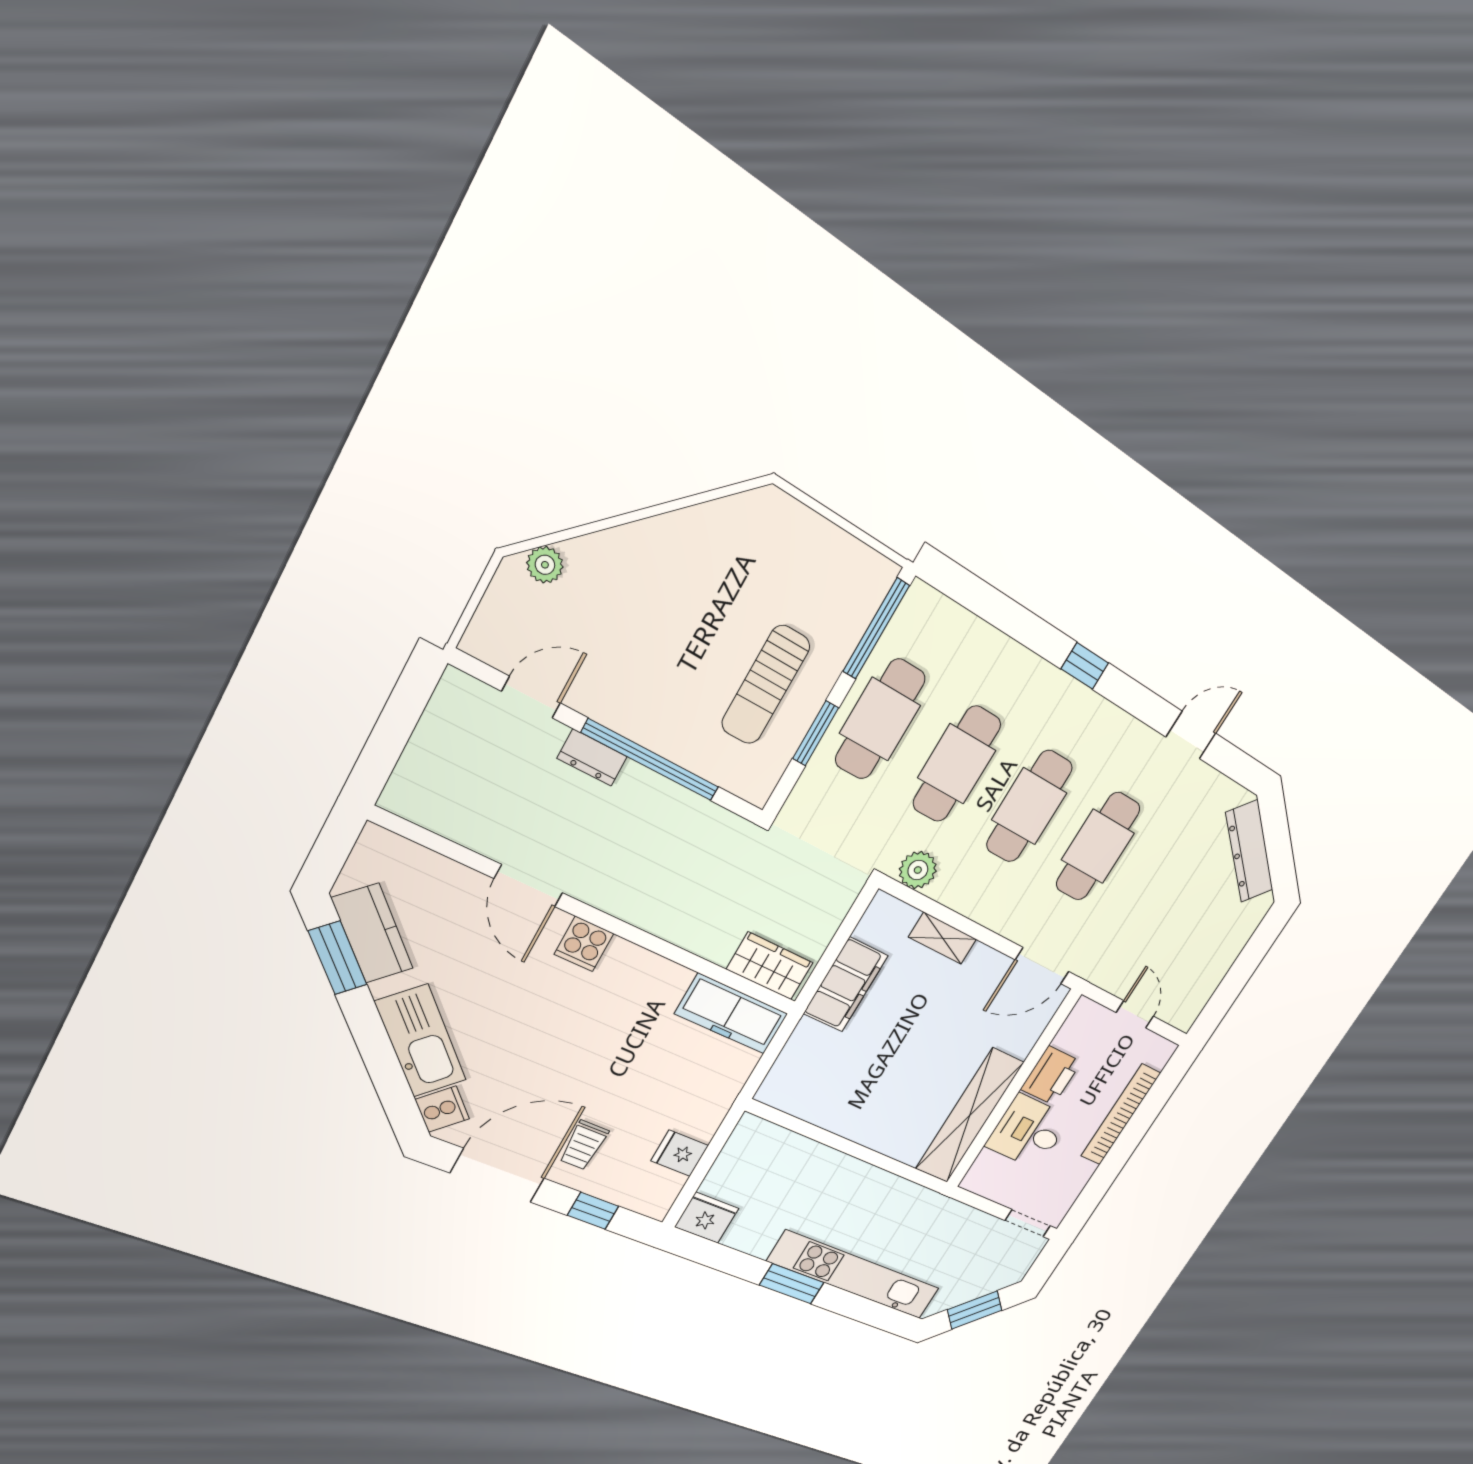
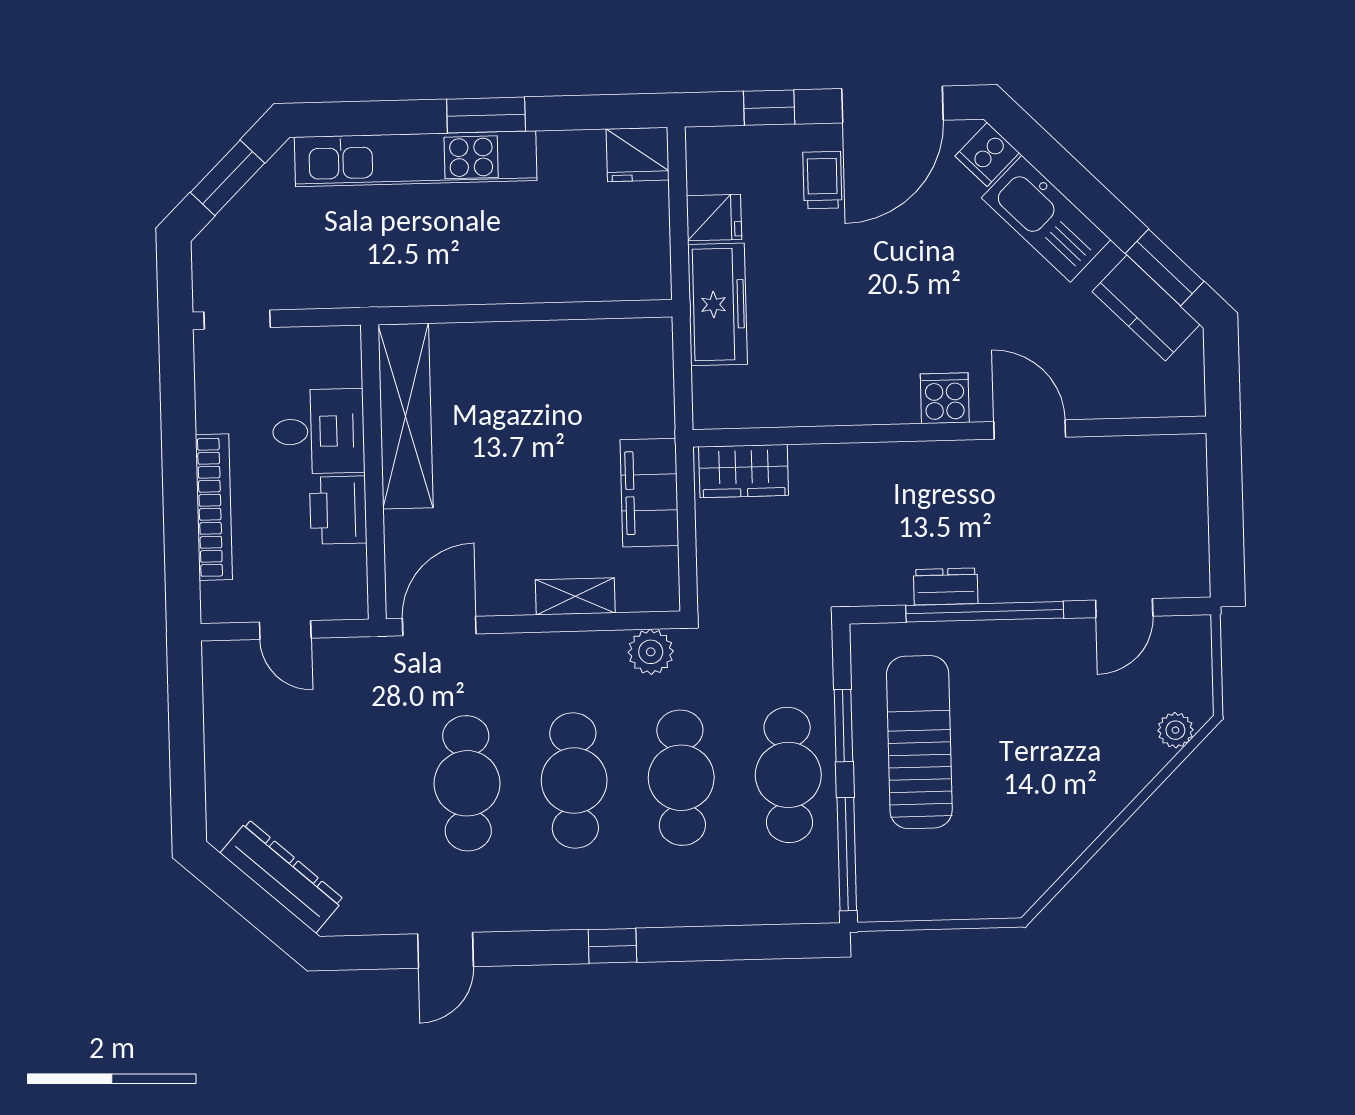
sun lounger: (766, 685) -> (919, 742), width x1.36, depth x1.34
dresser: (592, 758) -> (946, 586), moved
freezer: (731, 1014) -> (717, 304), moved, turned 90

